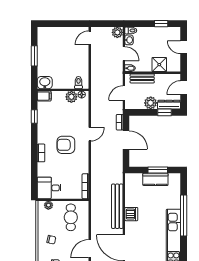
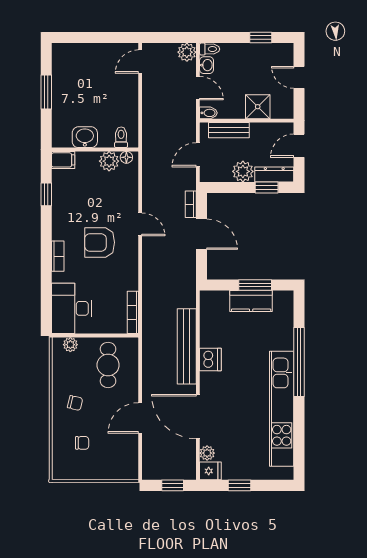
washbasin: (45, 83) -> (85, 137), moved
door: (90, 134) -> (140, 224), hinge flipped
desk: (49, 188) -> (71, 308), width x1.37

